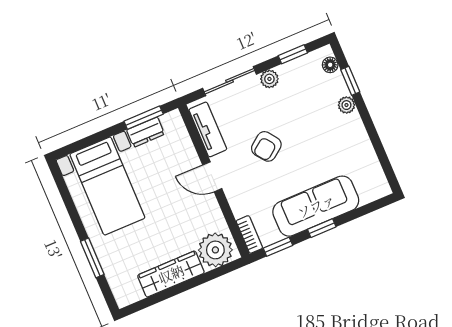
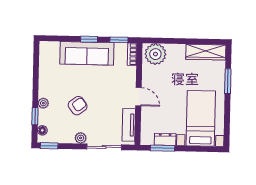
window: (293, 54) -> (49, 146), moved
armchair: (266, 146) -> (78, 106), moved
wardrobe: (171, 274) -> (206, 52), moved

